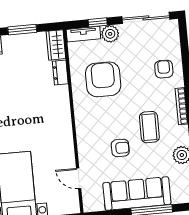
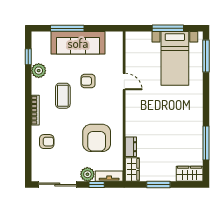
armchair: (164, 69) -> (47, 142), turned -90
door: (79, 178) -> (124, 82), moved

